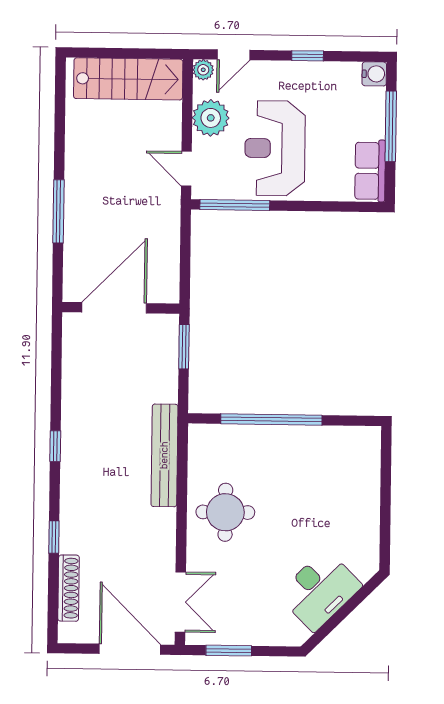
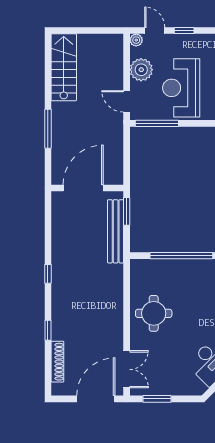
door: (234, 55) -> (155, 30), swing flipped
window: (308, 56) -> (184, 30), moved
stairs: (128, 79) -> (64, 67), moved, turned -90
bench: (164, 455) -> (116, 231), moved
door: (130, 649) -> (96, 399), hinge flipped

